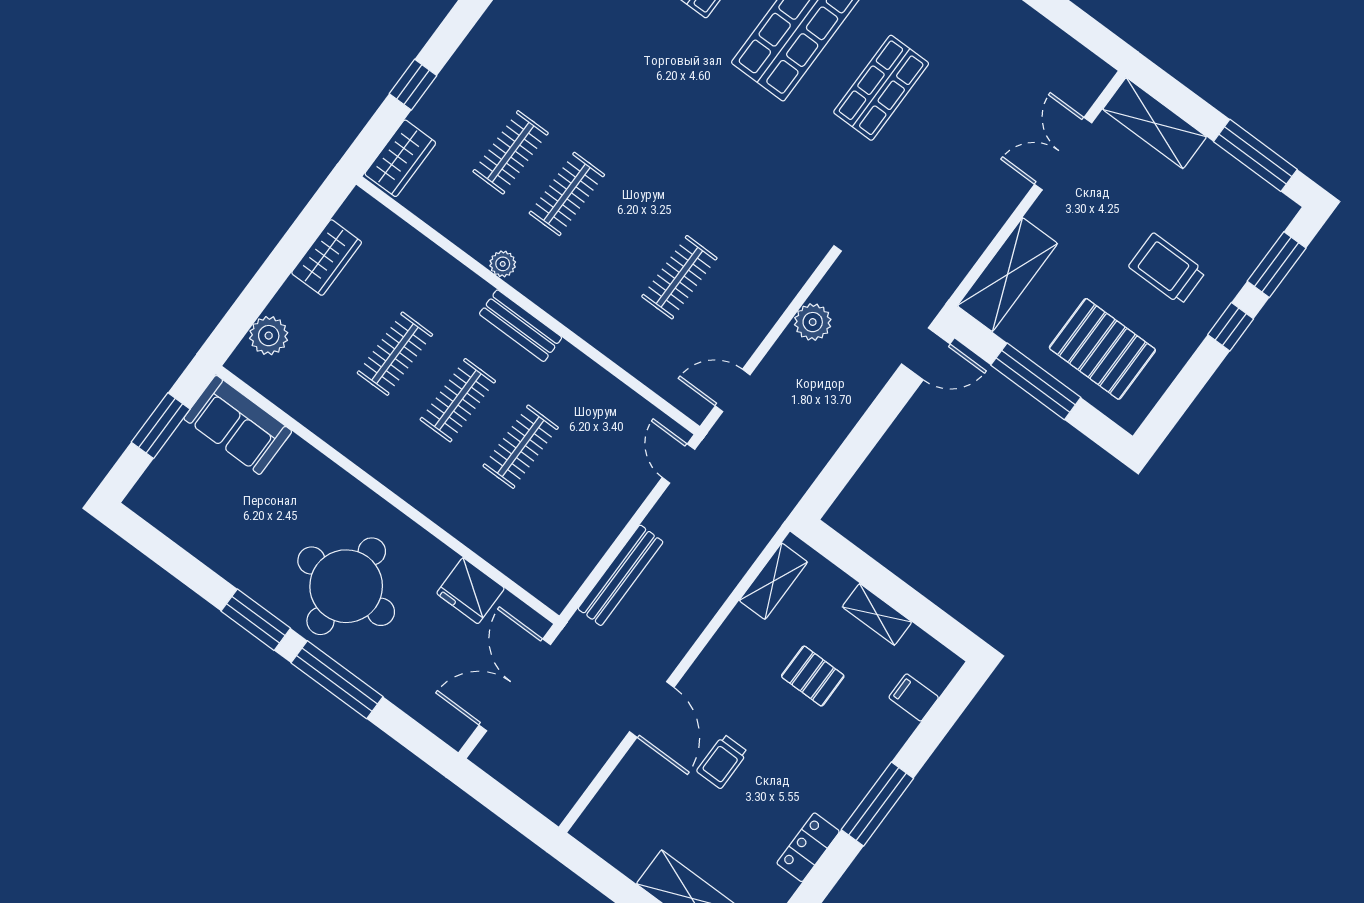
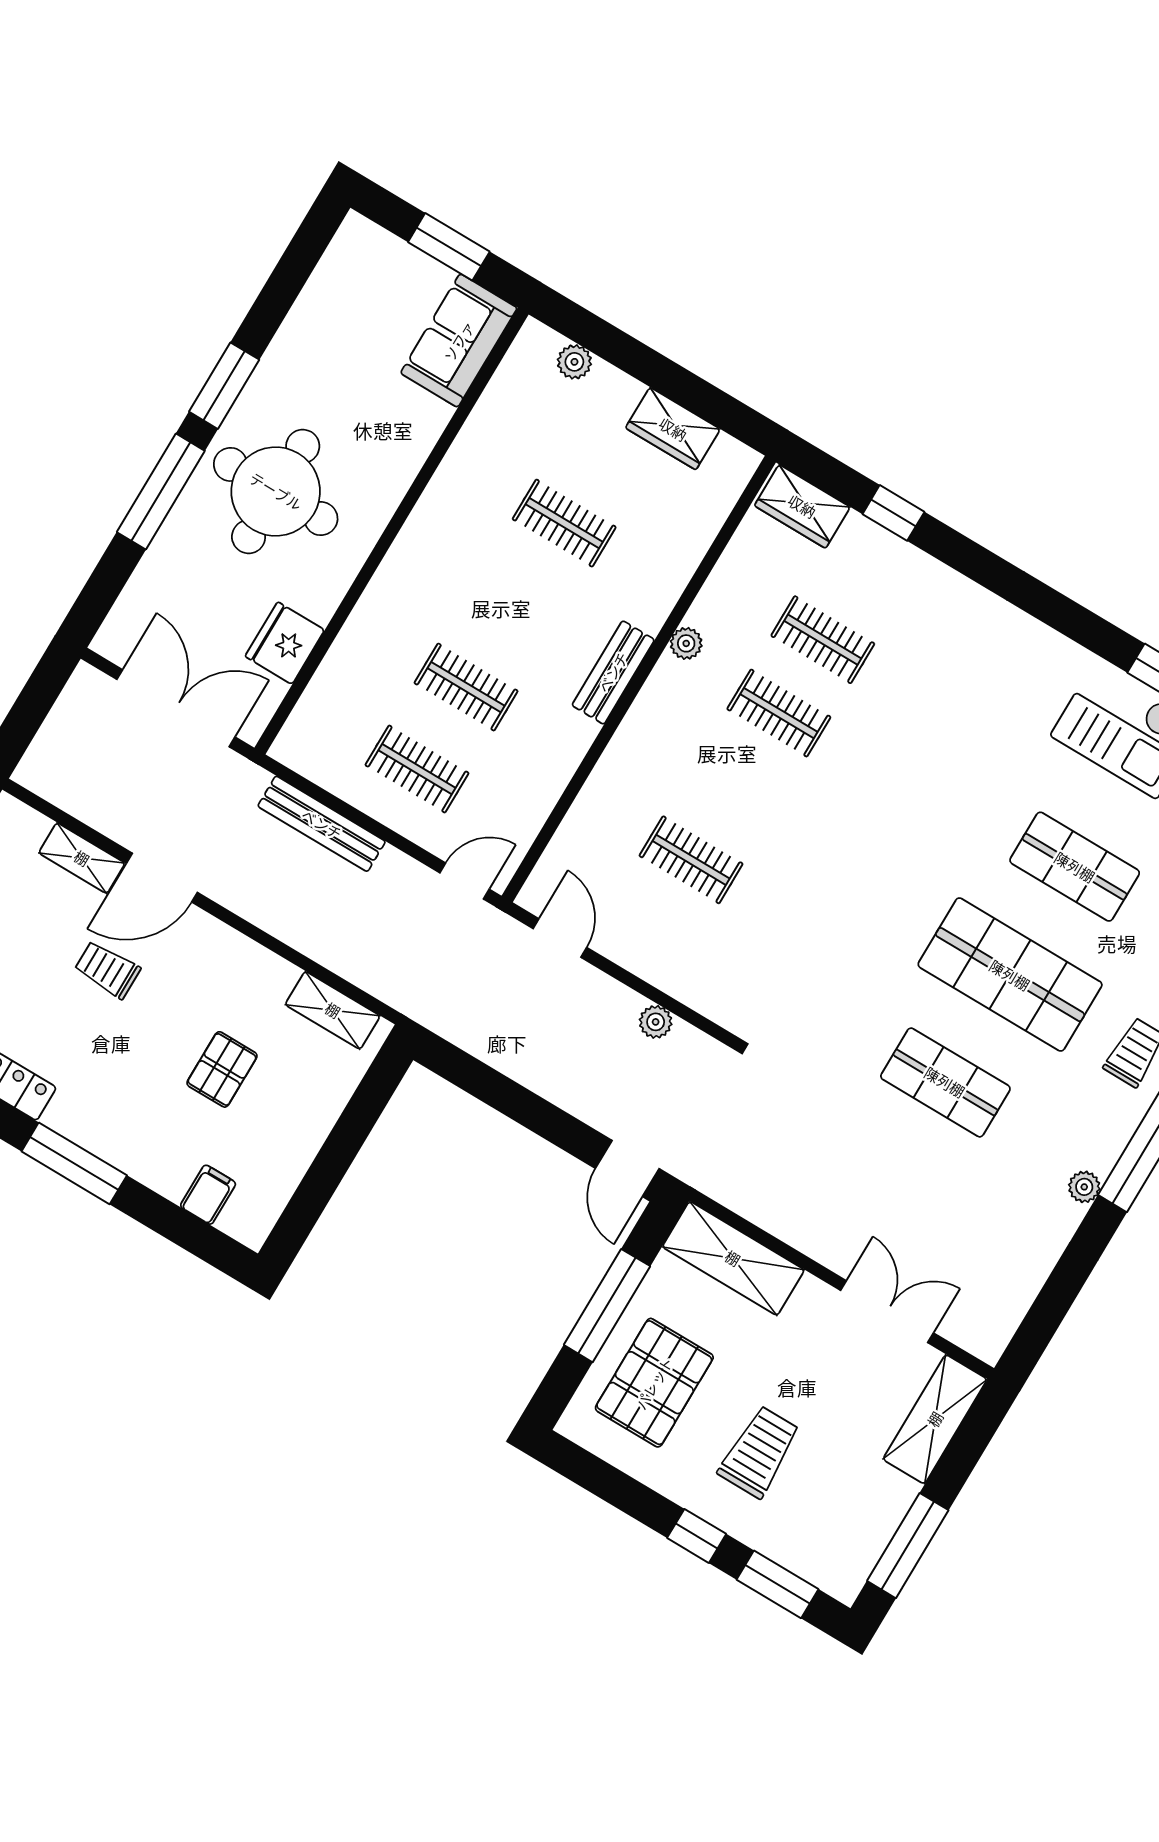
plant: (813, 322) -> (656, 1022), width x0.73, depth x0.73
plant: (269, 336) -> (574, 362), width x0.73, depth x0.73
clothes rail: (458, 400) -> (417, 769), moved
shelving: (877, 614) -> (82, 858), moved, turned 90

